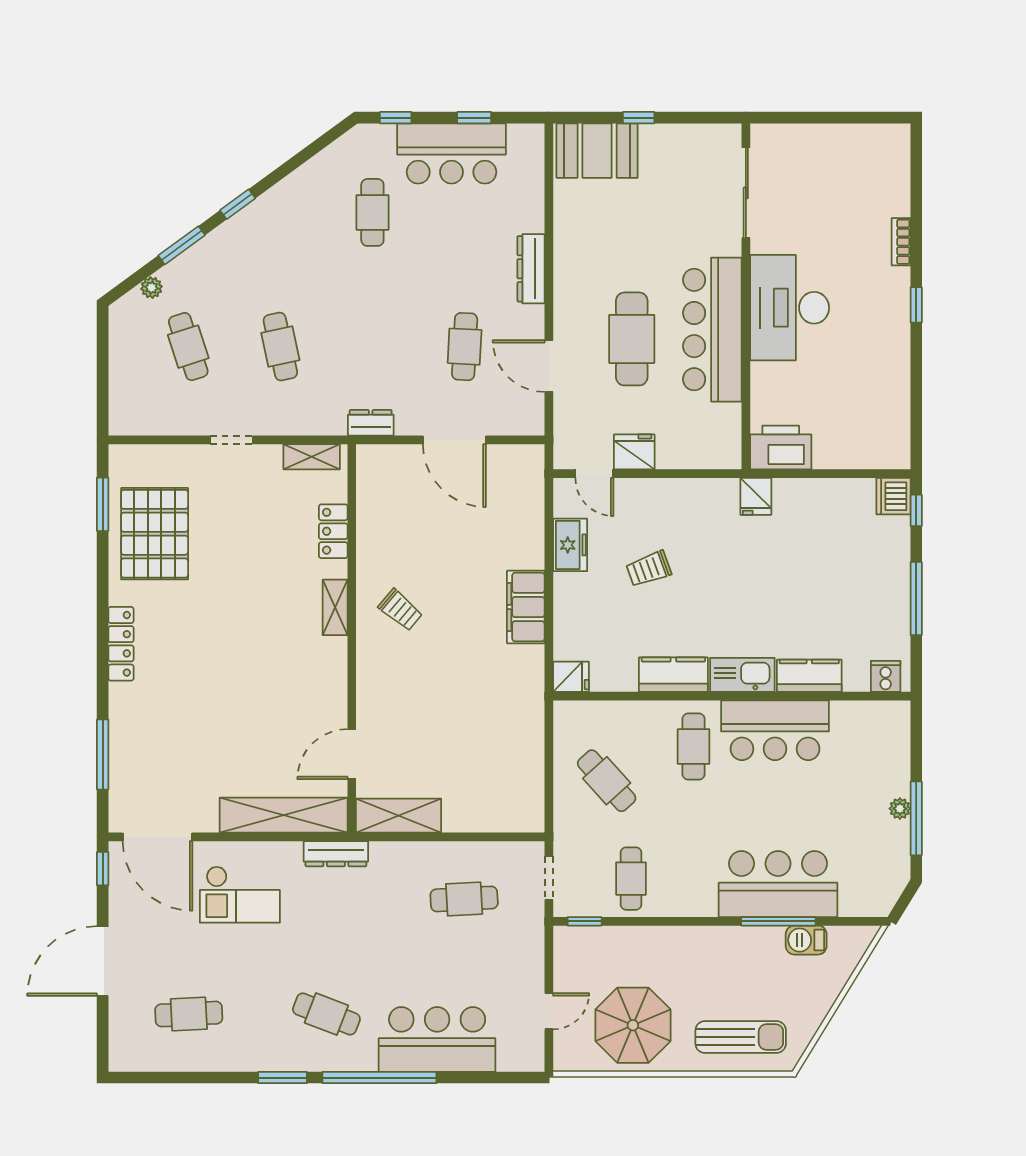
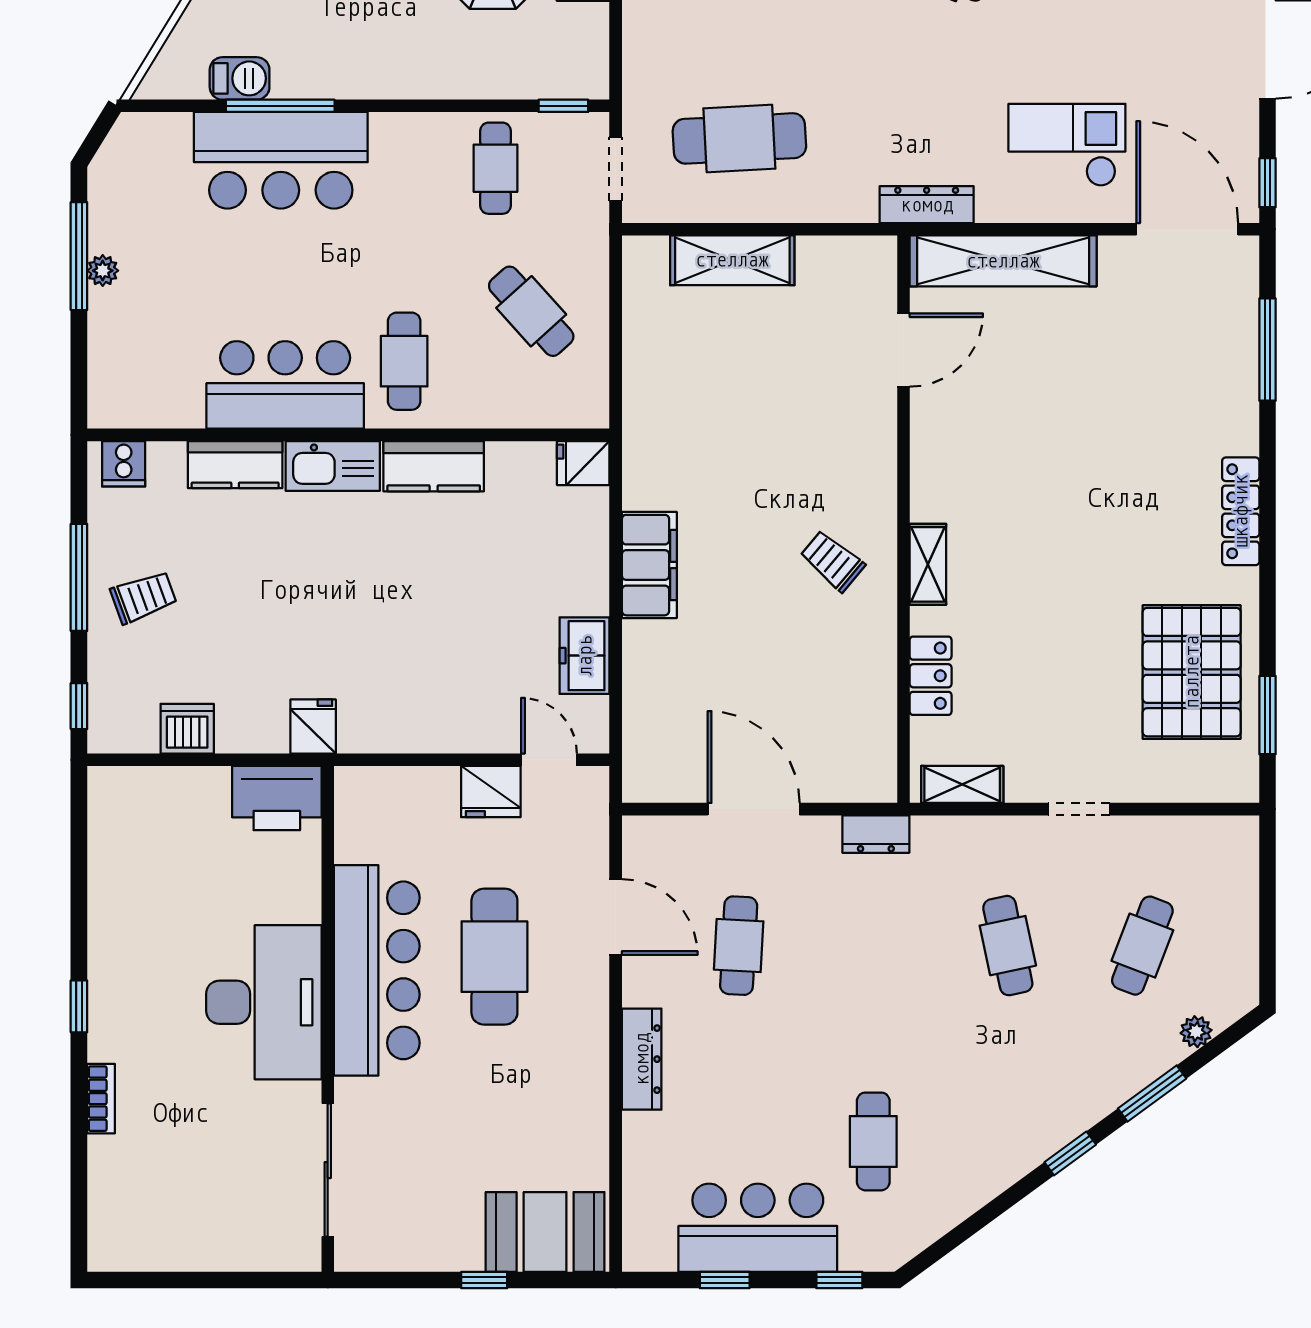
cafe table: (188, 347) -> (1142, 946), turned 39
dishwasher: (893, 496) -> (187, 729), moved, turned -90
trolley: (649, 569) -> (143, 597), moved
shelving: (399, 816) -> (732, 260), moved
cafe table: (464, 899) -> (739, 138), width x1.37, depth x1.35

